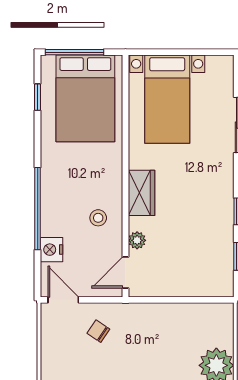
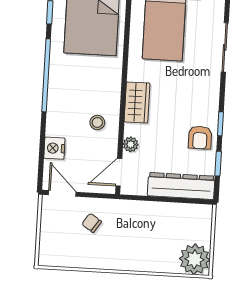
window: (38, 209) -> (46, 75), moved
armchair: (215, 228) -> (200, 138), added
dresser: (197, 284) -> (181, 186), added

